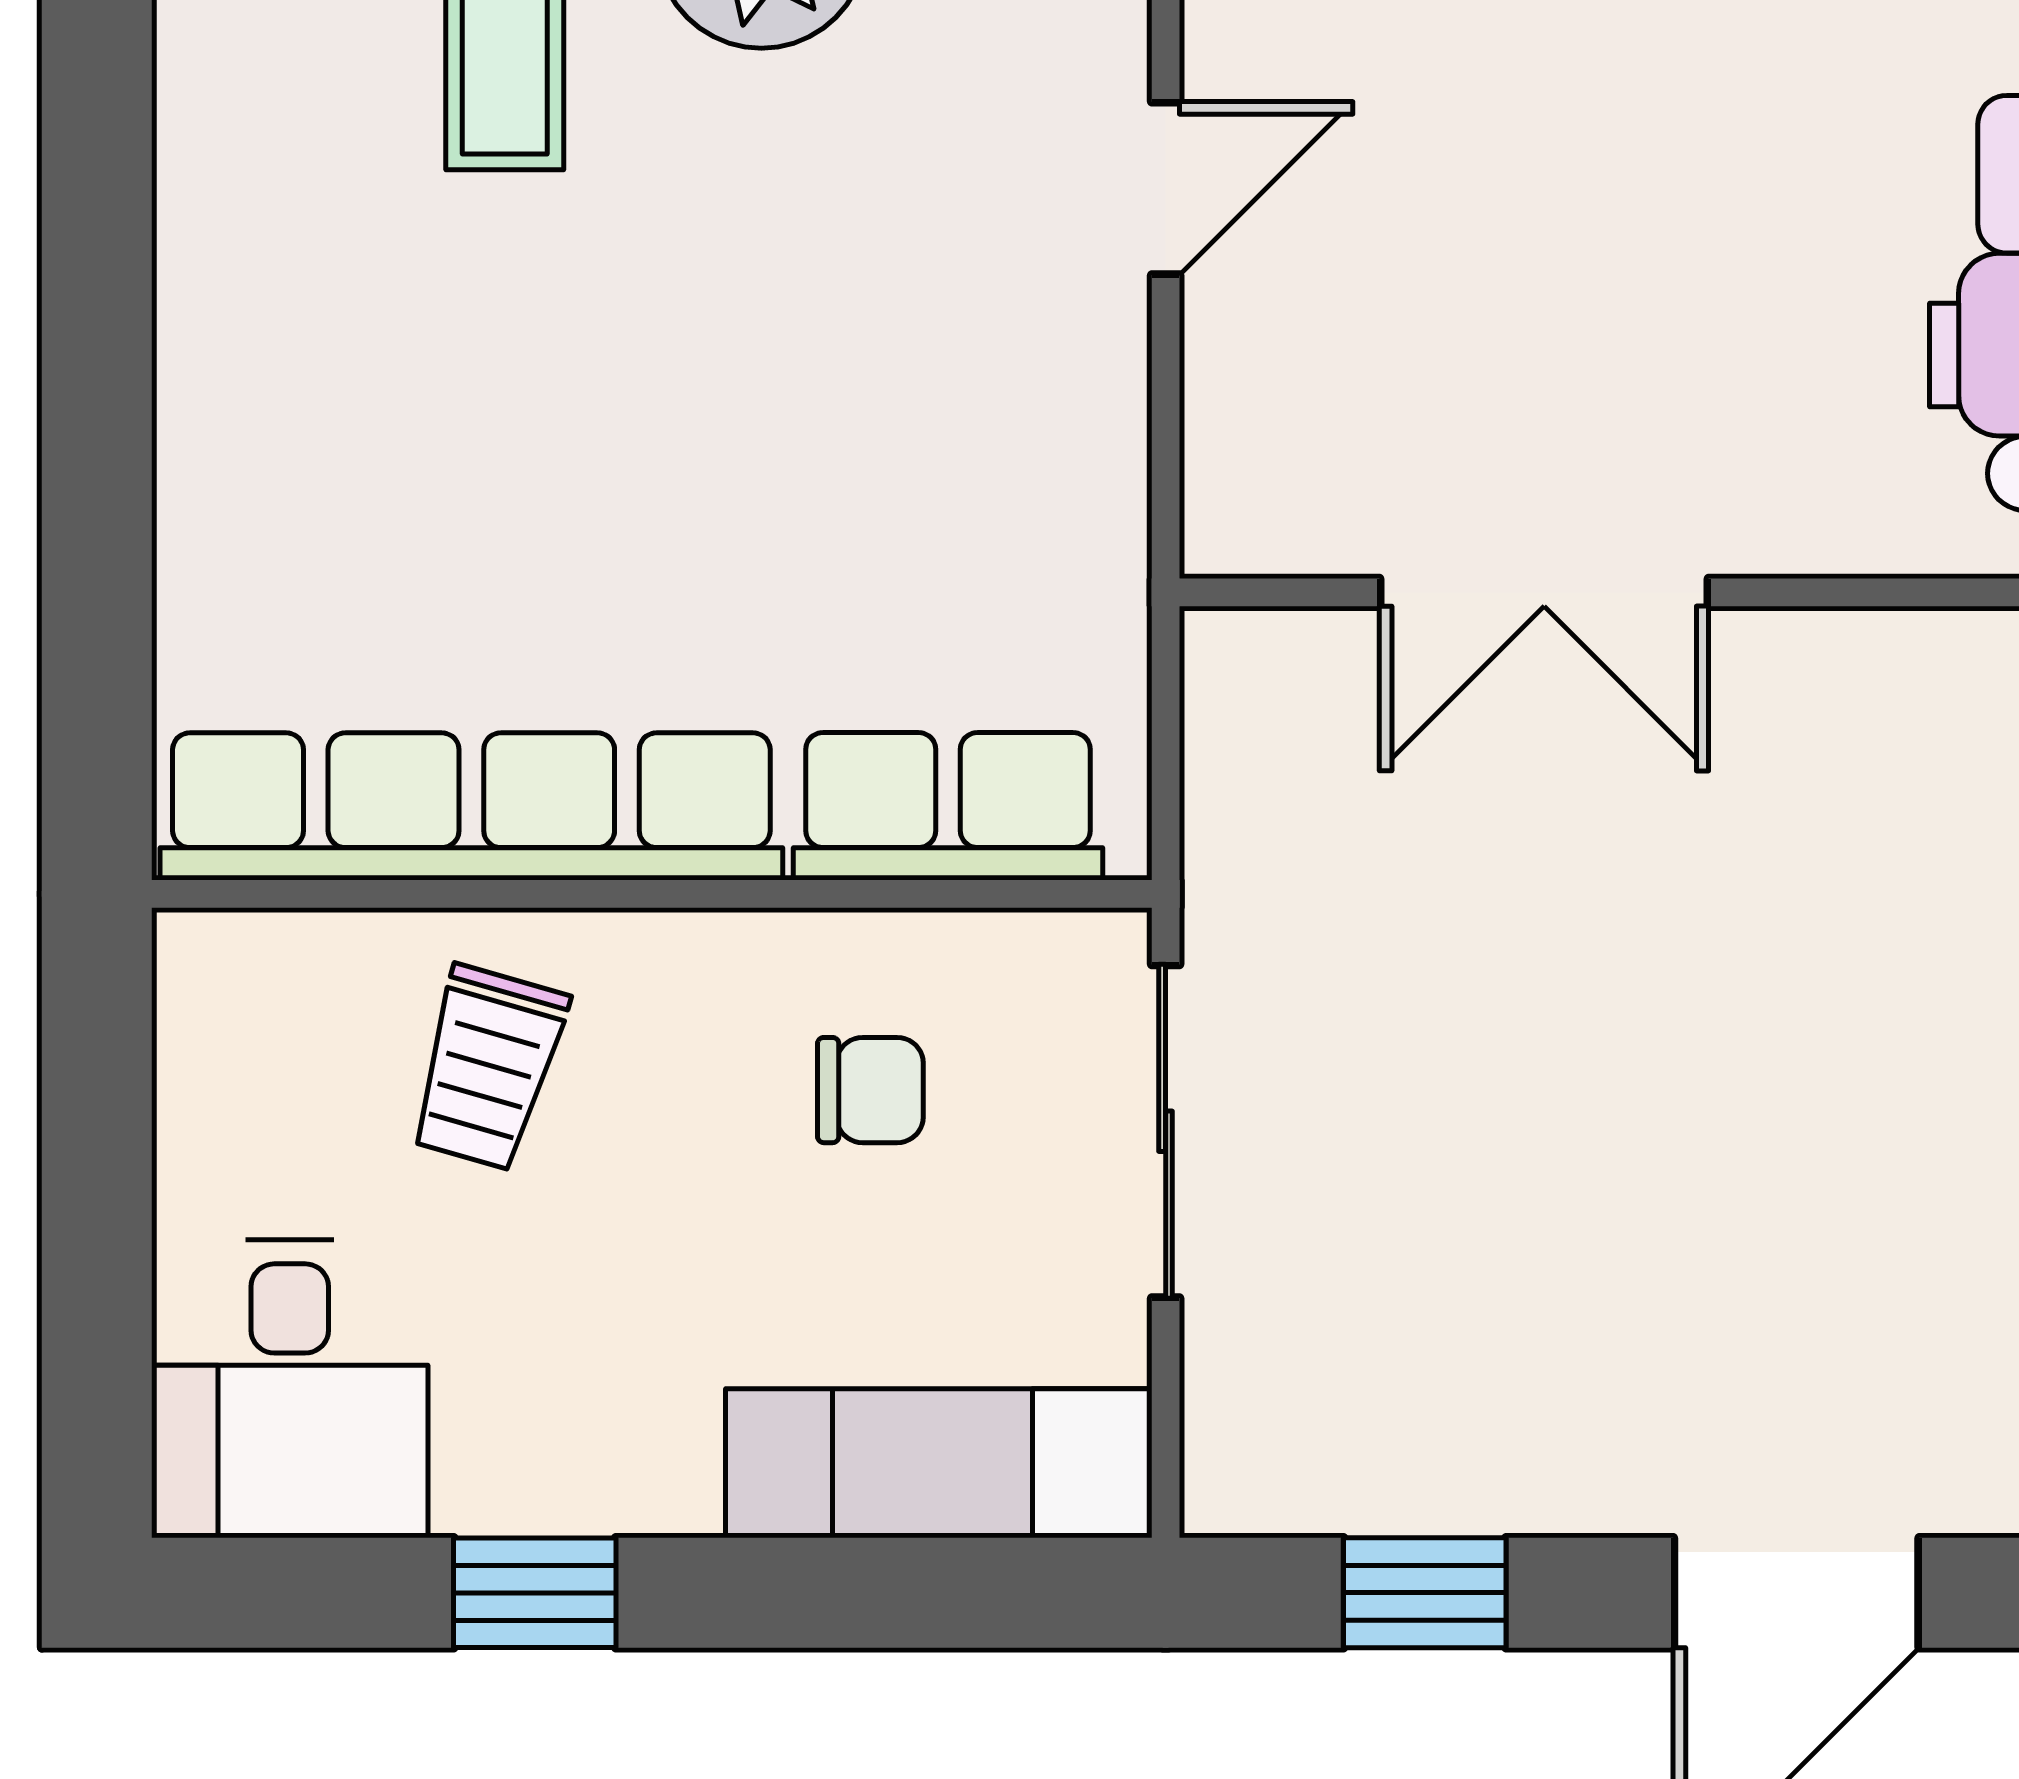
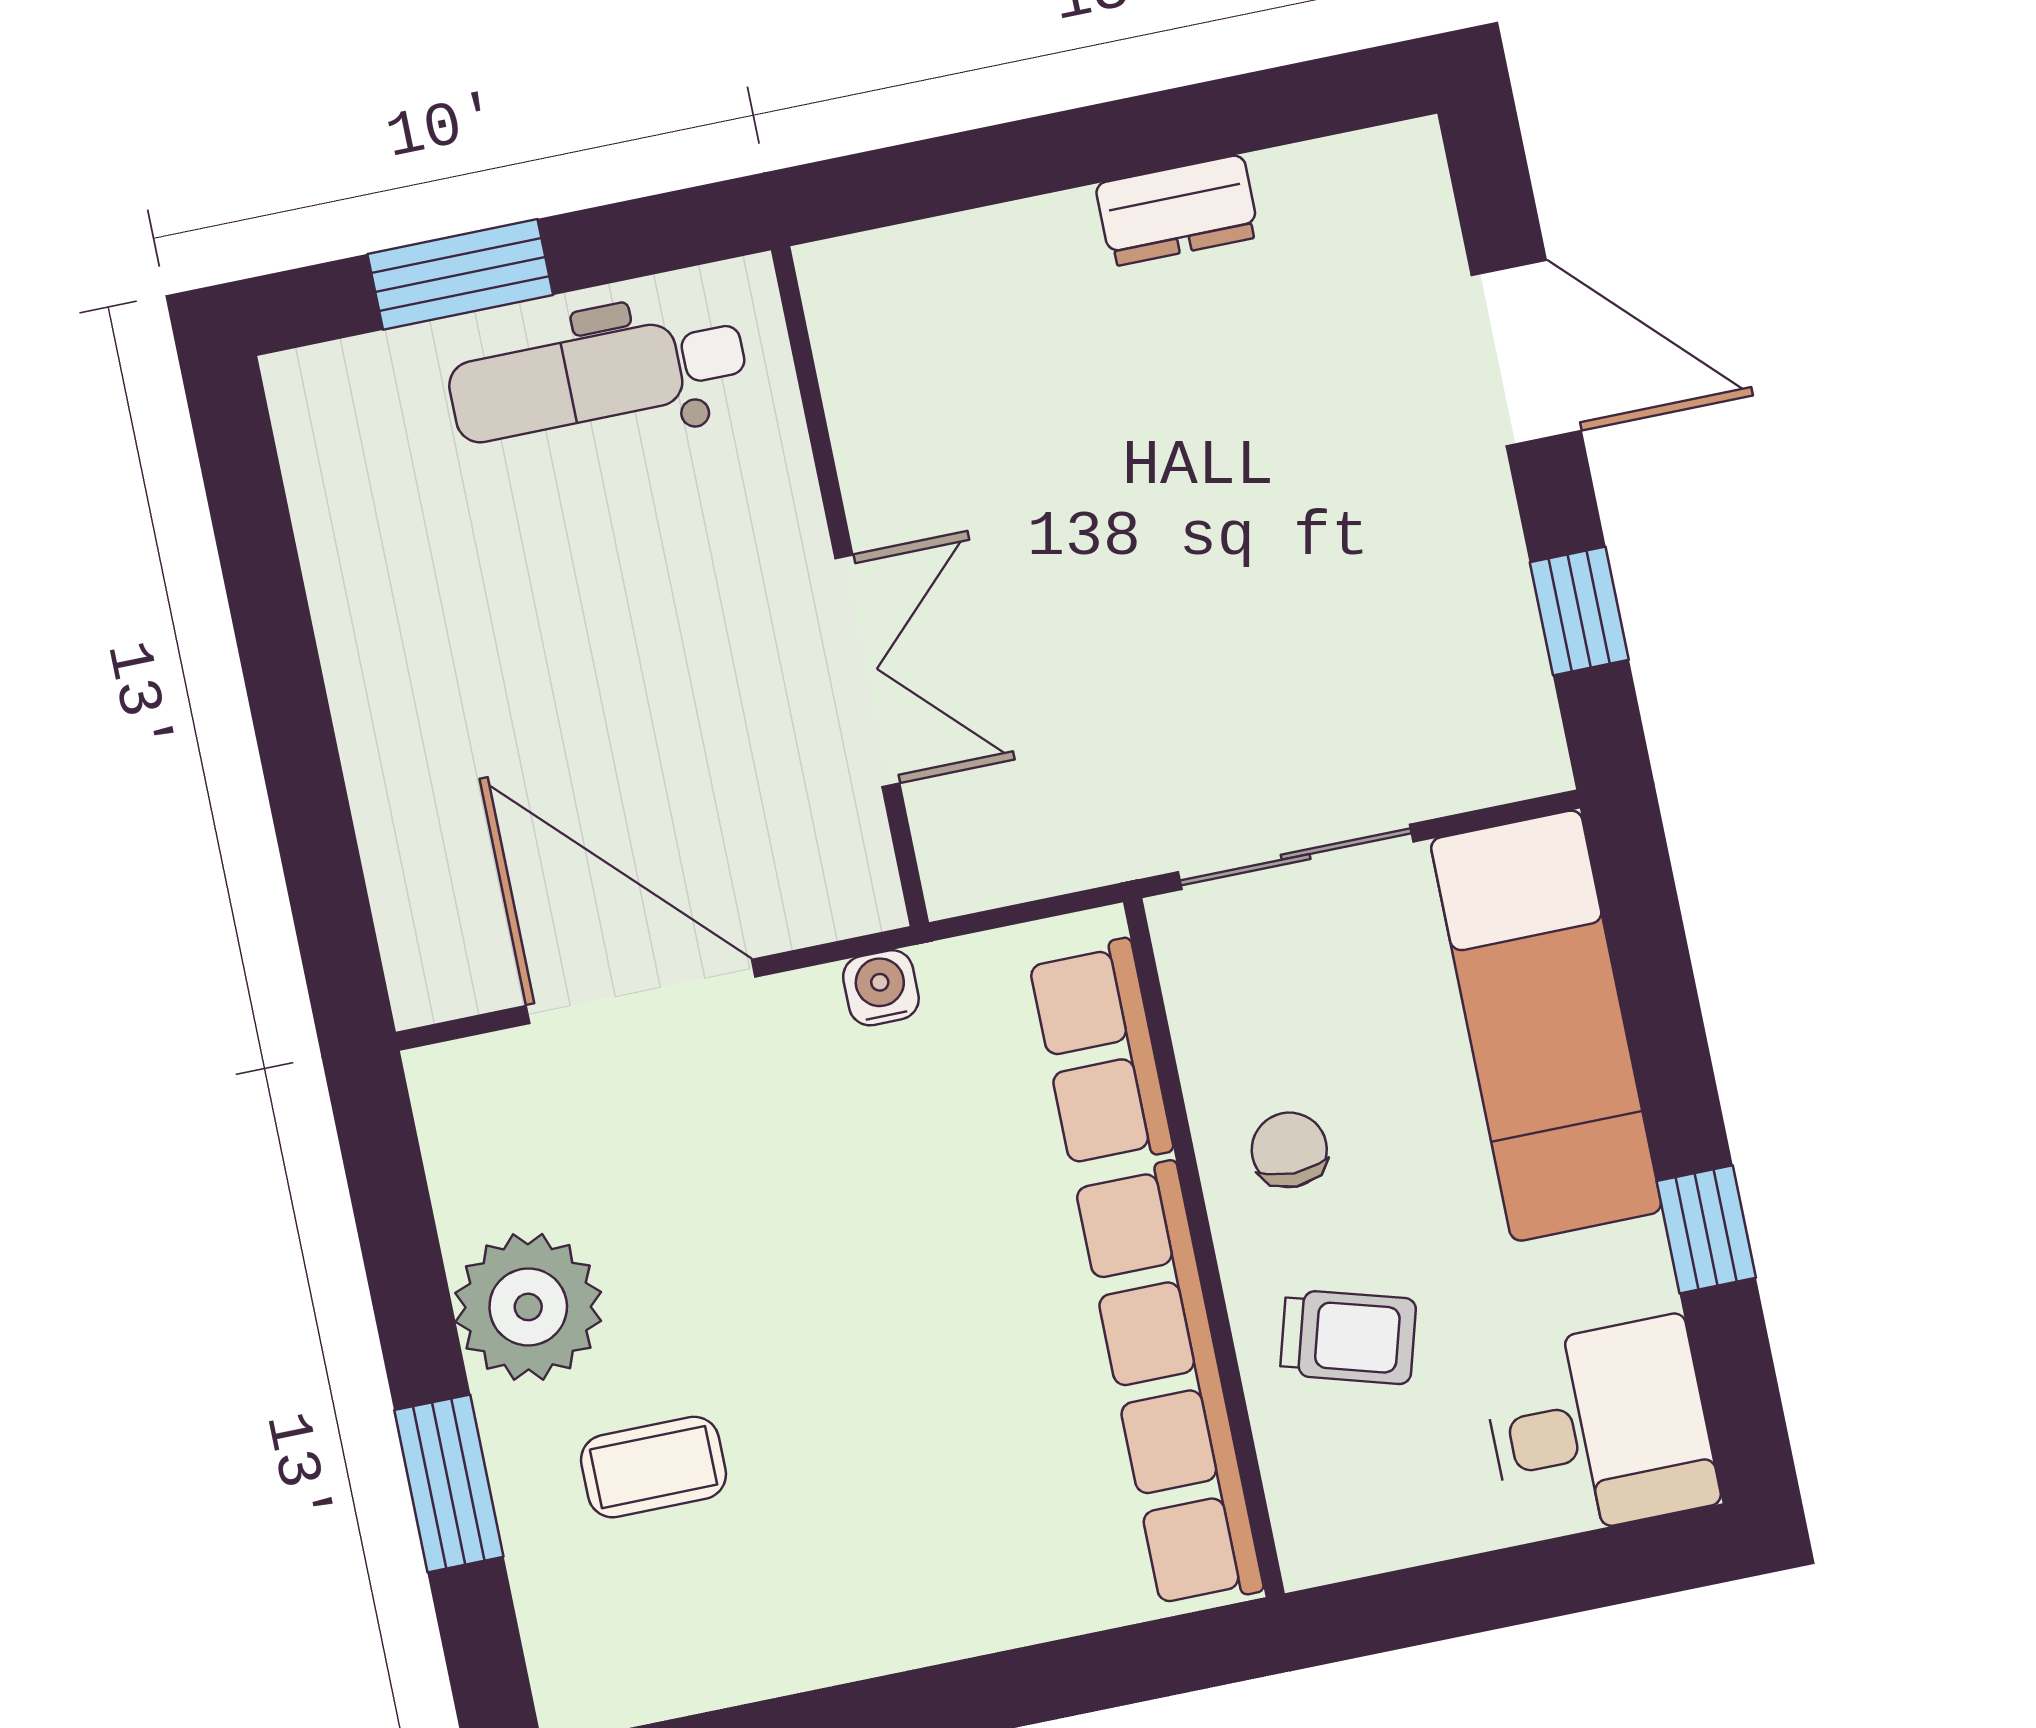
door: (1166, 188) -> (641, 991), width x1.88
water cooler: (1102, 521) -> (881, 988), added
chair: (870, 1090) -> (1289, 1150), moved
exam couch: (939, 1463) -> (1546, 1026), width x1.36, depth x1.45

